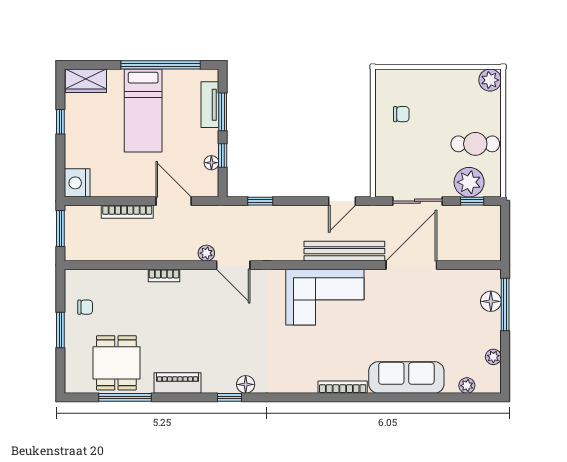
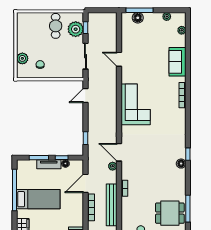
plant: (490, 80) -> (22, 58), moved
tv unit: (210, 105) -> (49, 164), moved
door: (342, 201) -> (85, 95), swing flipped
bench: (344, 251) -> (112, 205), moved
door: (233, 265) -> (119, 152), swing flipped
door: (411, 265) -> (119, 59), width x0.53
sofa: (406, 377) -> (177, 62), width x0.73
piano: (177, 383) -> (180, 181), removed
floor lamp: (246, 384) -> (181, 164), moved

